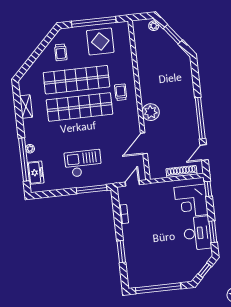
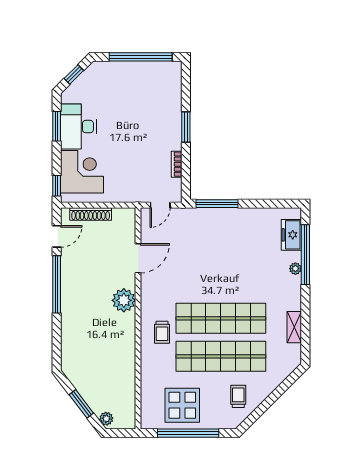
checkout: (83, 163) -> (225, 240), removed
window: (121, 252) -> (186, 127), moved

